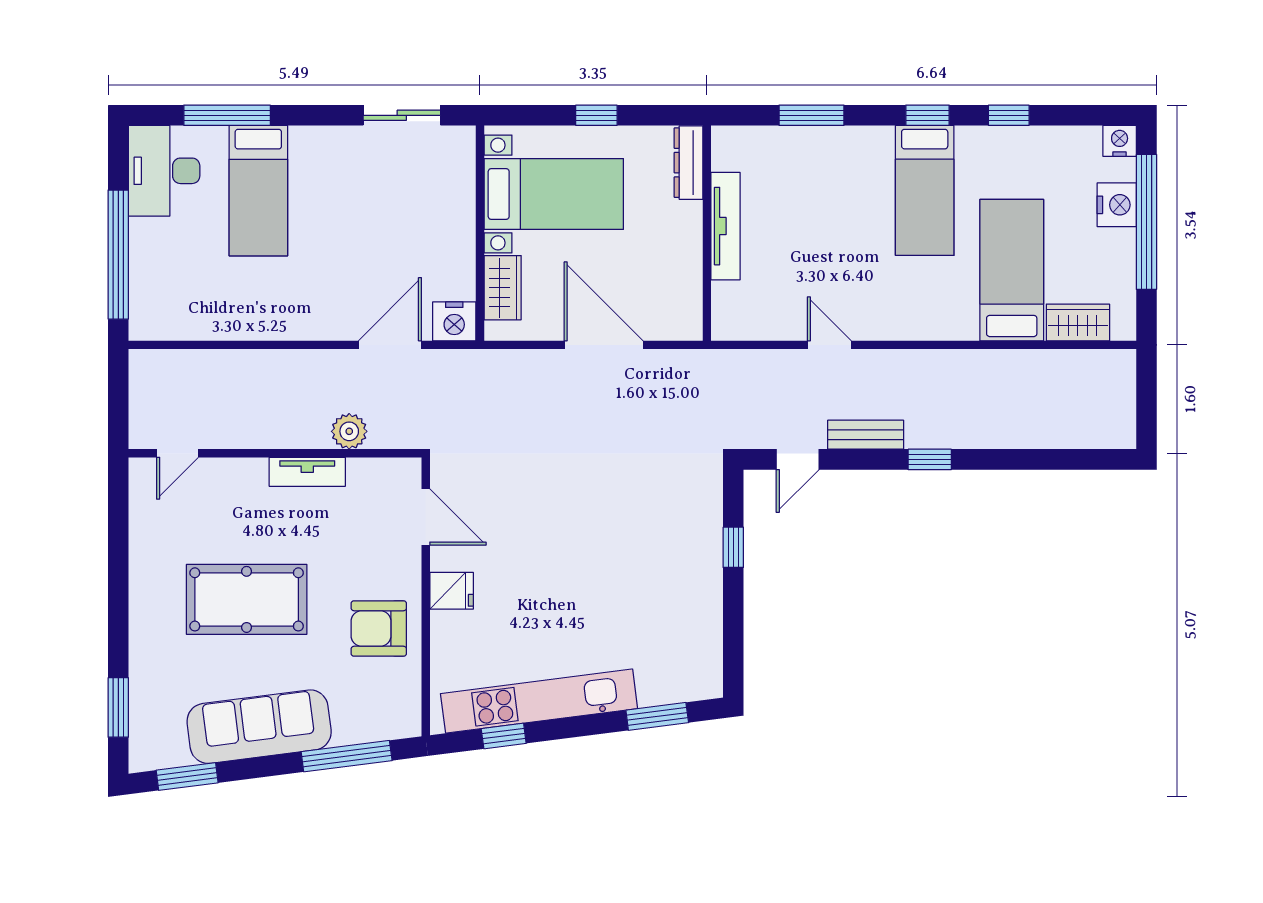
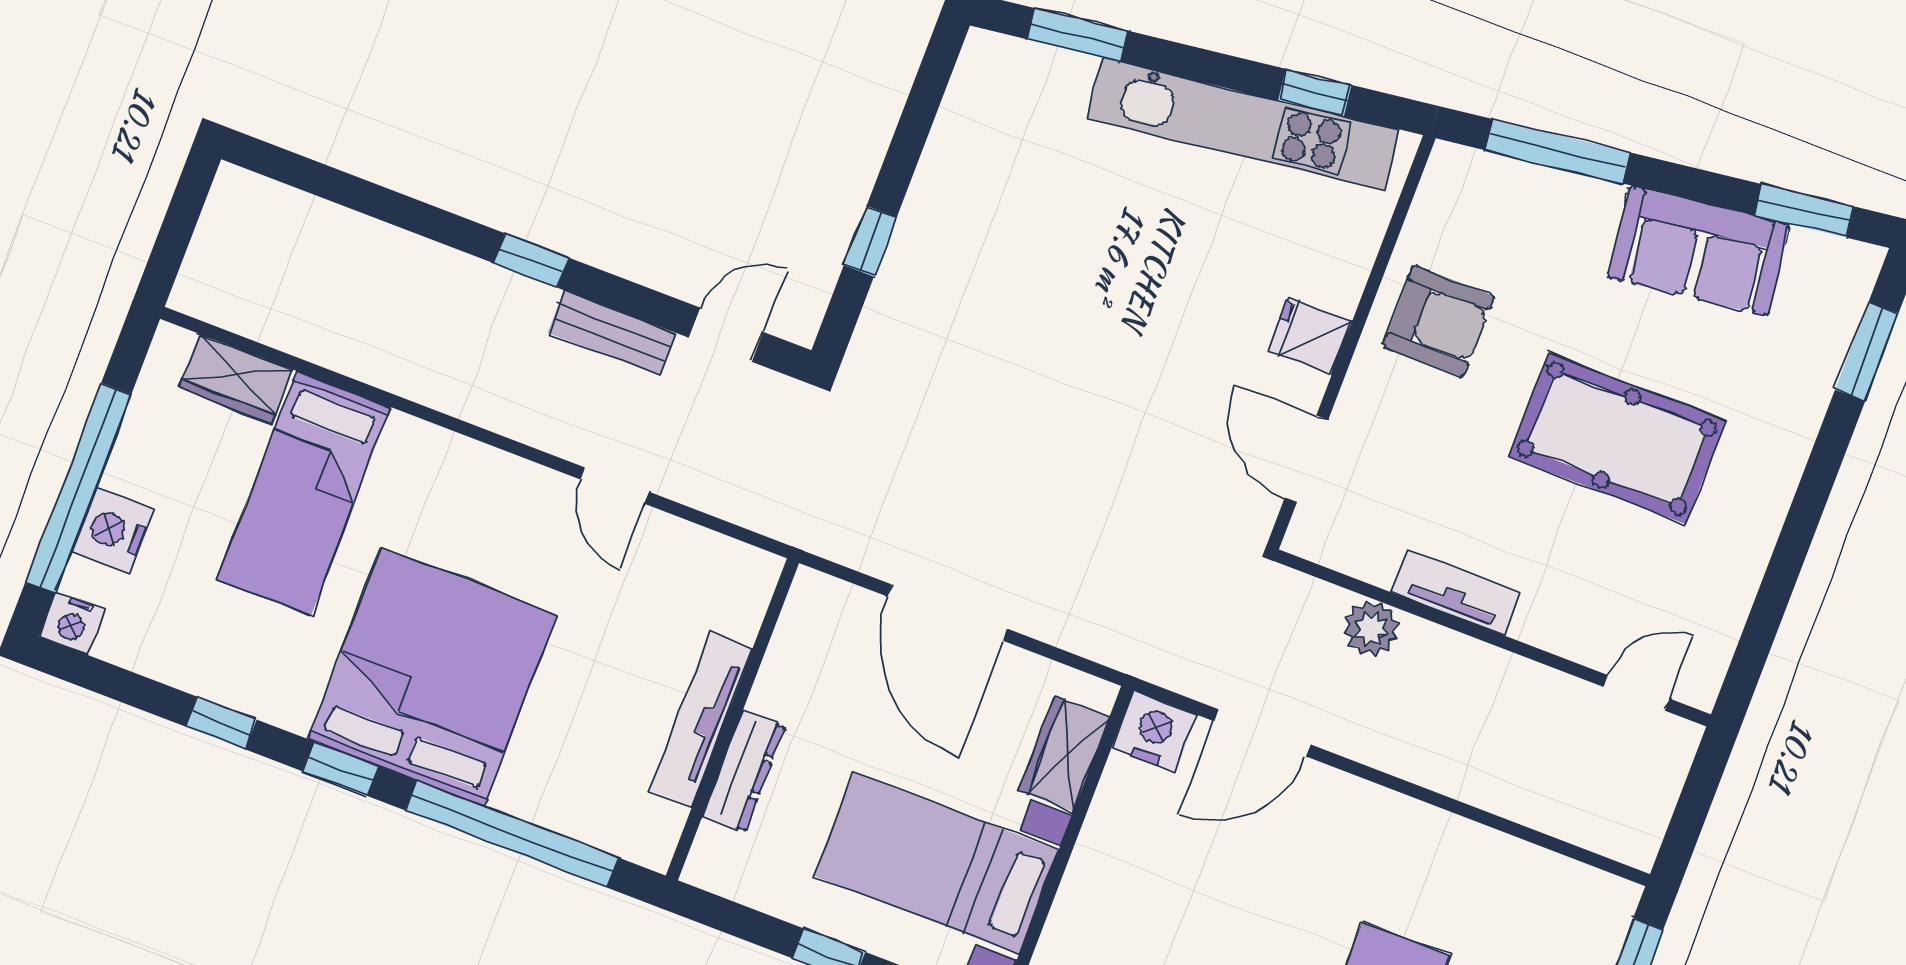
window: (812, 115) -> (512, 834), width x2.11
dresser: (688, 163) -> (744, 771), moved
bed: (925, 190) -> (432, 677), width x2.04
sofa: (259, 727) -> (1699, 251), width x0.73

